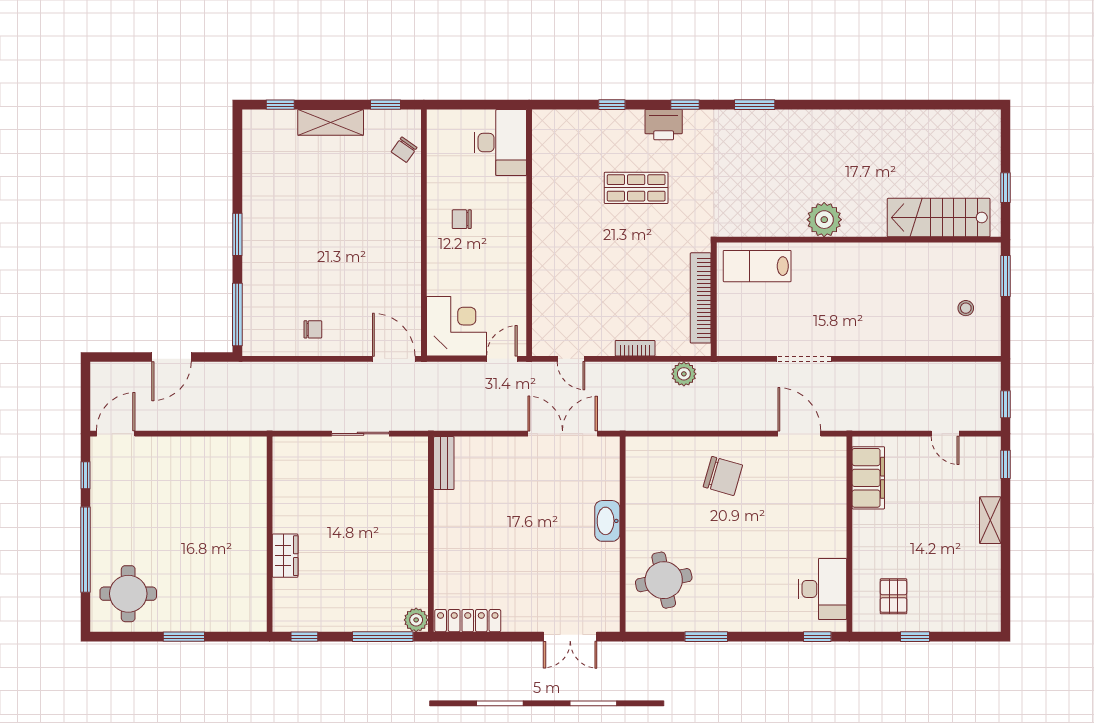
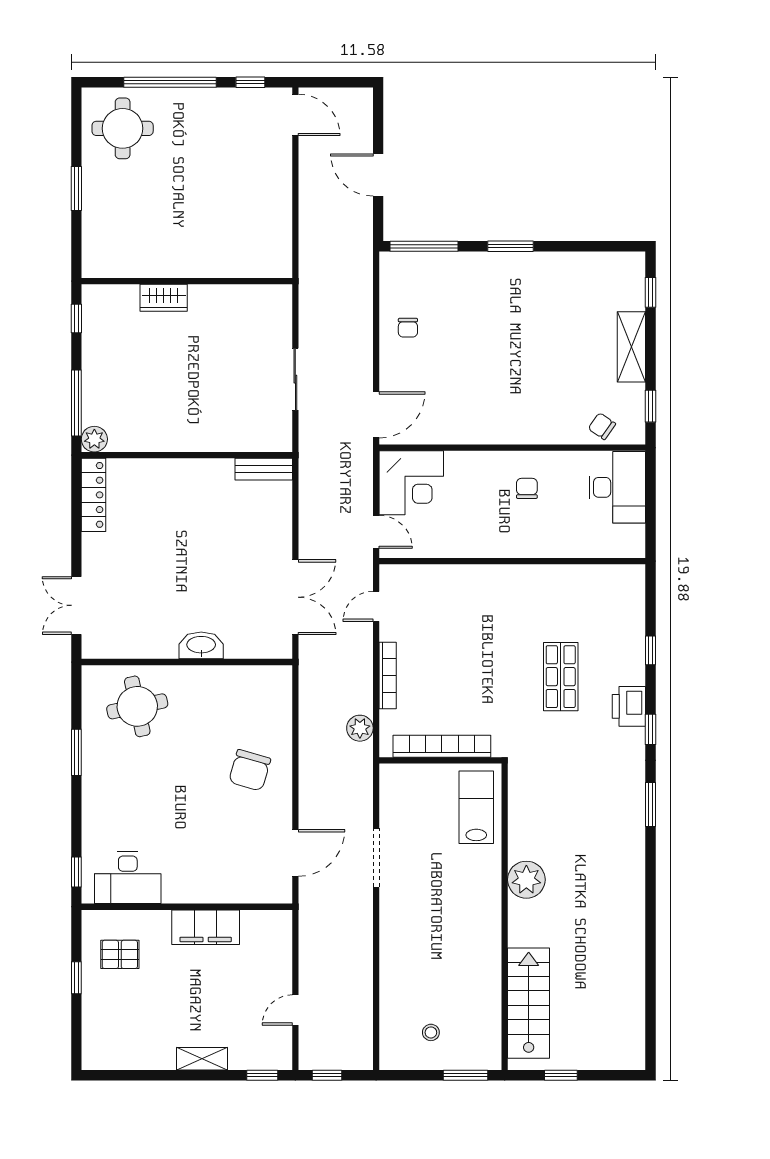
desk: (500, 143) -> (617, 487), moved, turned -90
bookcase: (635, 348) -> (388, 675), width x1.56
filing cabinet: (868, 478) -> (206, 927), moved

